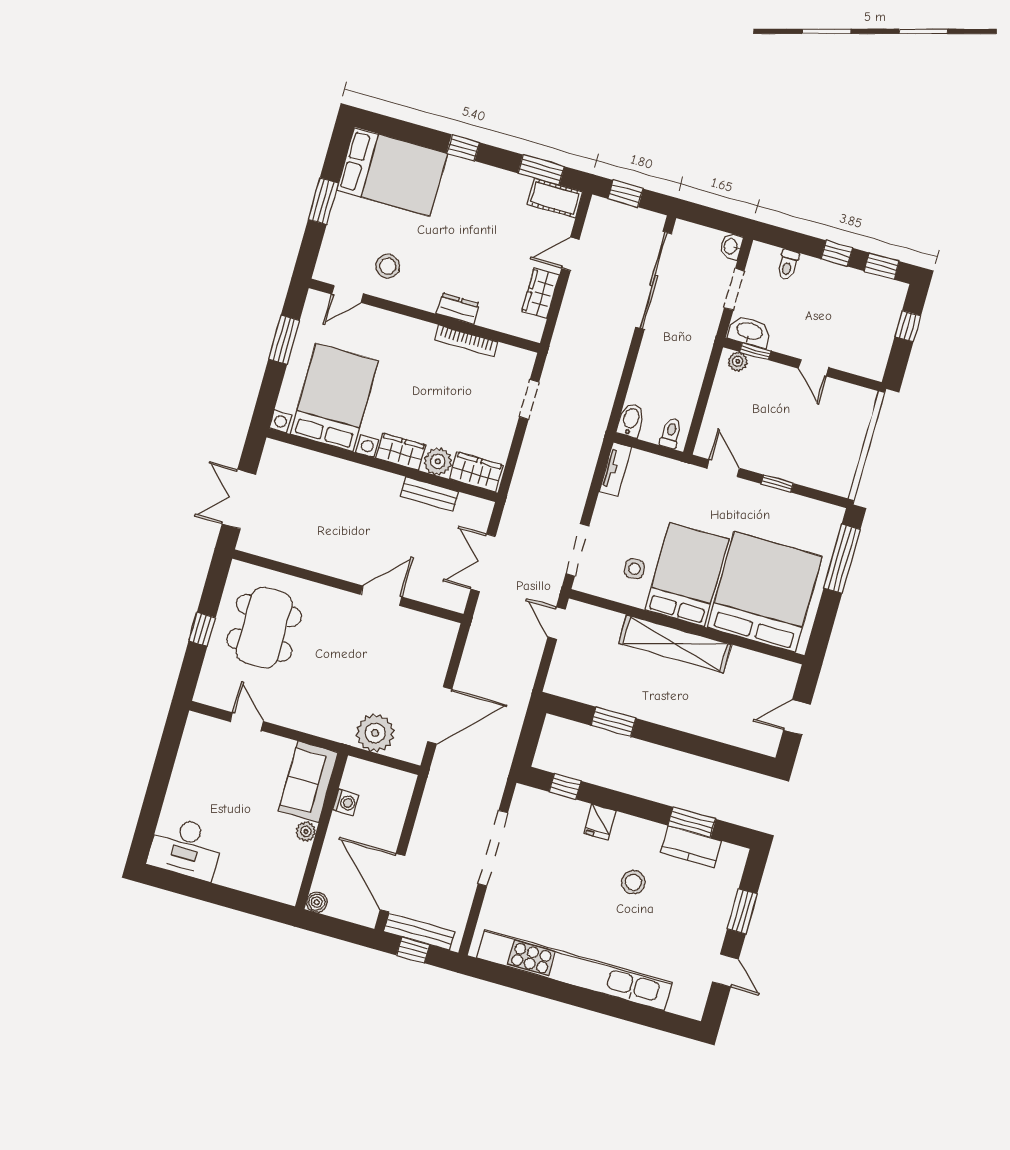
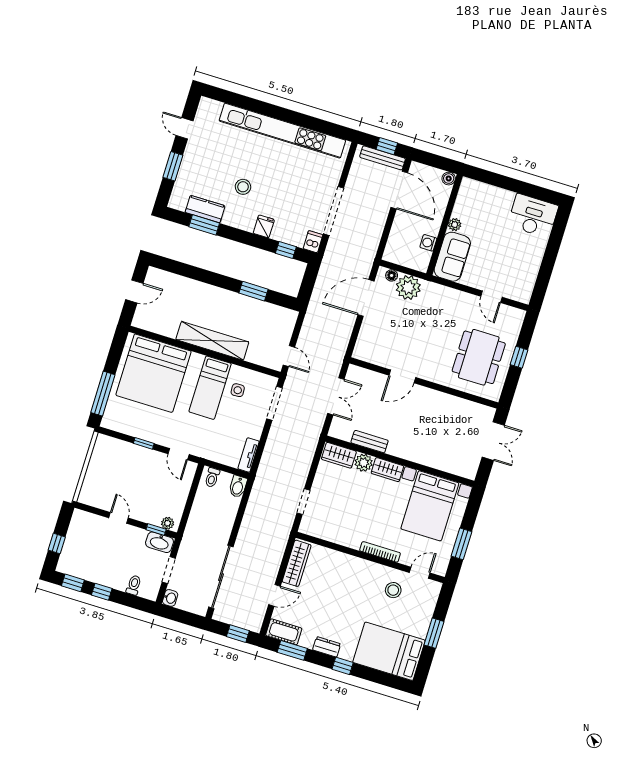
wardrobe: (541, 293) -> (297, 563), width x1.50
dresser: (458, 309) -> (327, 647), moved, turned 180
bookcase: (466, 341) -> (380, 552), moved
bed: (687, 574) -> (210, 388), width x0.67
floor lamp: (401, 751) -> (392, 275), added
dishwasher: (524, 800) -> (313, 242), added

